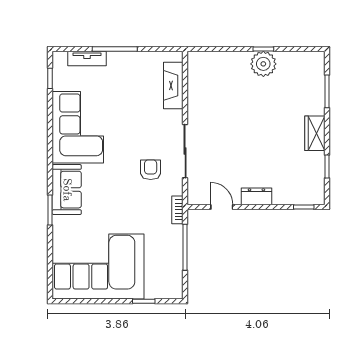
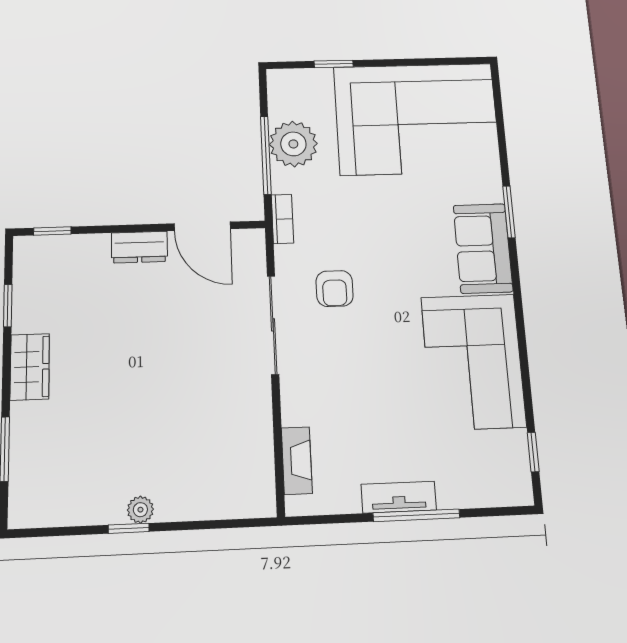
tv unit: (87, 58) -> (399, 497), moved
plant: (263, 64) -> (140, 510), width x0.53, depth x0.53
fireplace: (173, 85) -> (297, 461), width x0.73, depth x0.76
door: (222, 207) -> (202, 226), width x1.38
plant: (169, 253) -> (293, 144), added

